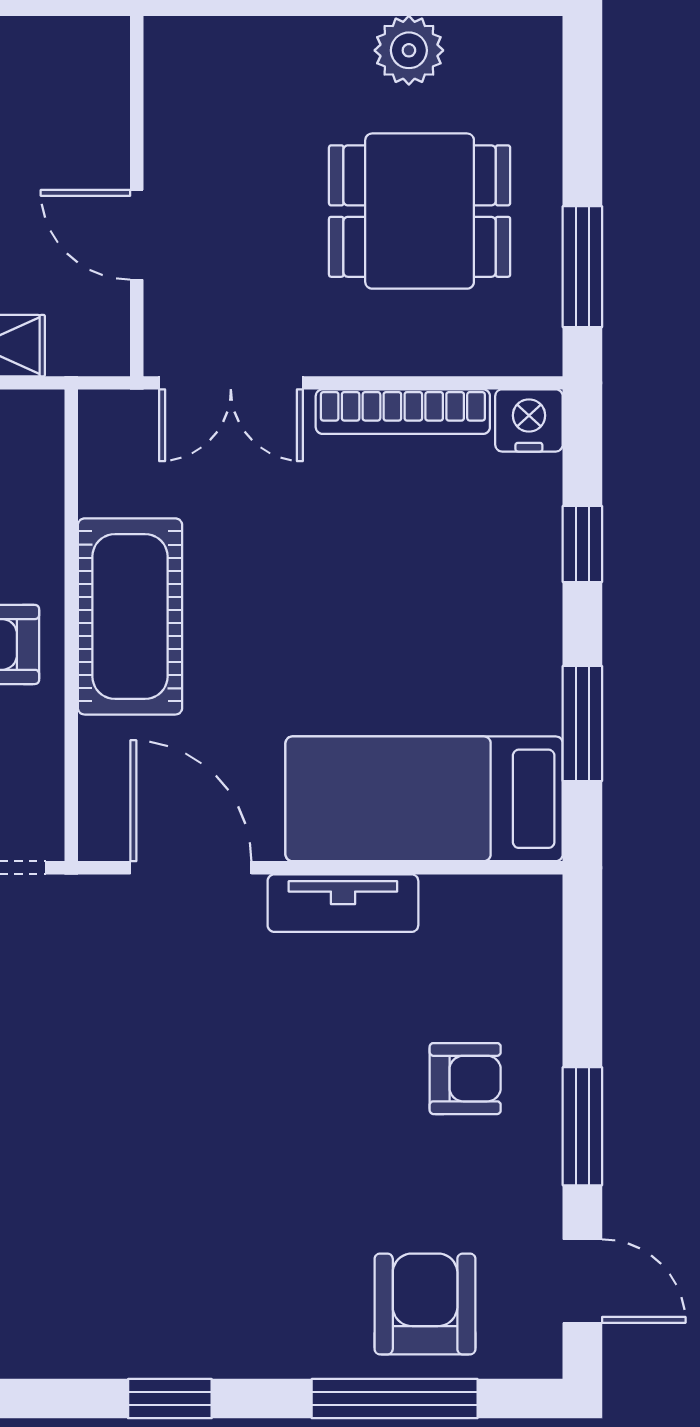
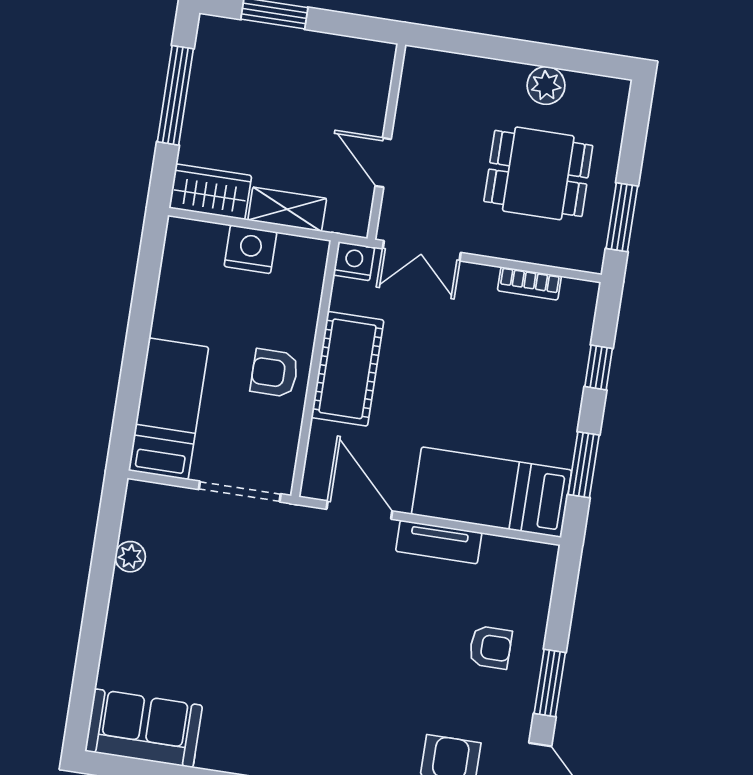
bookcase: (403, 412) -> (529, 283), width x0.64
nightstand: (529, 420) -> (354, 261), moved

